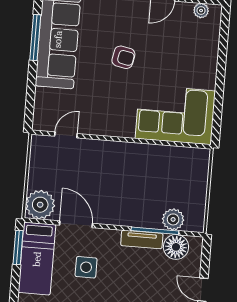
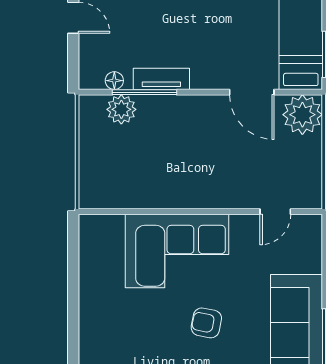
corner sofa: (175, 115) -> (177, 251), moved
floor lamp: (176, 247) -> (114, 81), width x0.53, depth x0.53
side table: (86, 267) -> (234, 35), removed

